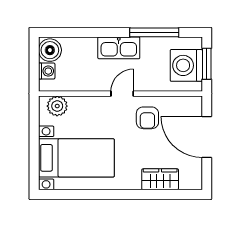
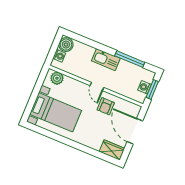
washing machine: (186, 65) -> (144, 87), width x0.53, depth x0.53
door: (122, 94) -> (97, 86), swing flipped
wardrobe: (160, 179) -> (112, 150), moved

